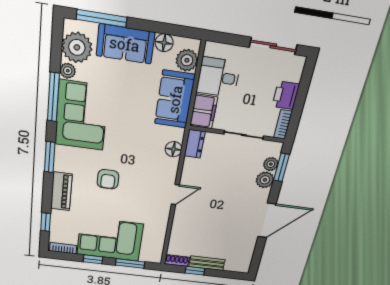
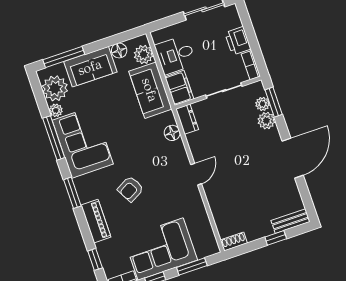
armchair: (108, 179) -> (131, 189), turned 61
bench: (207, 263) -> (290, 221), moved
window: (195, 271) -> (276, 238), moved

